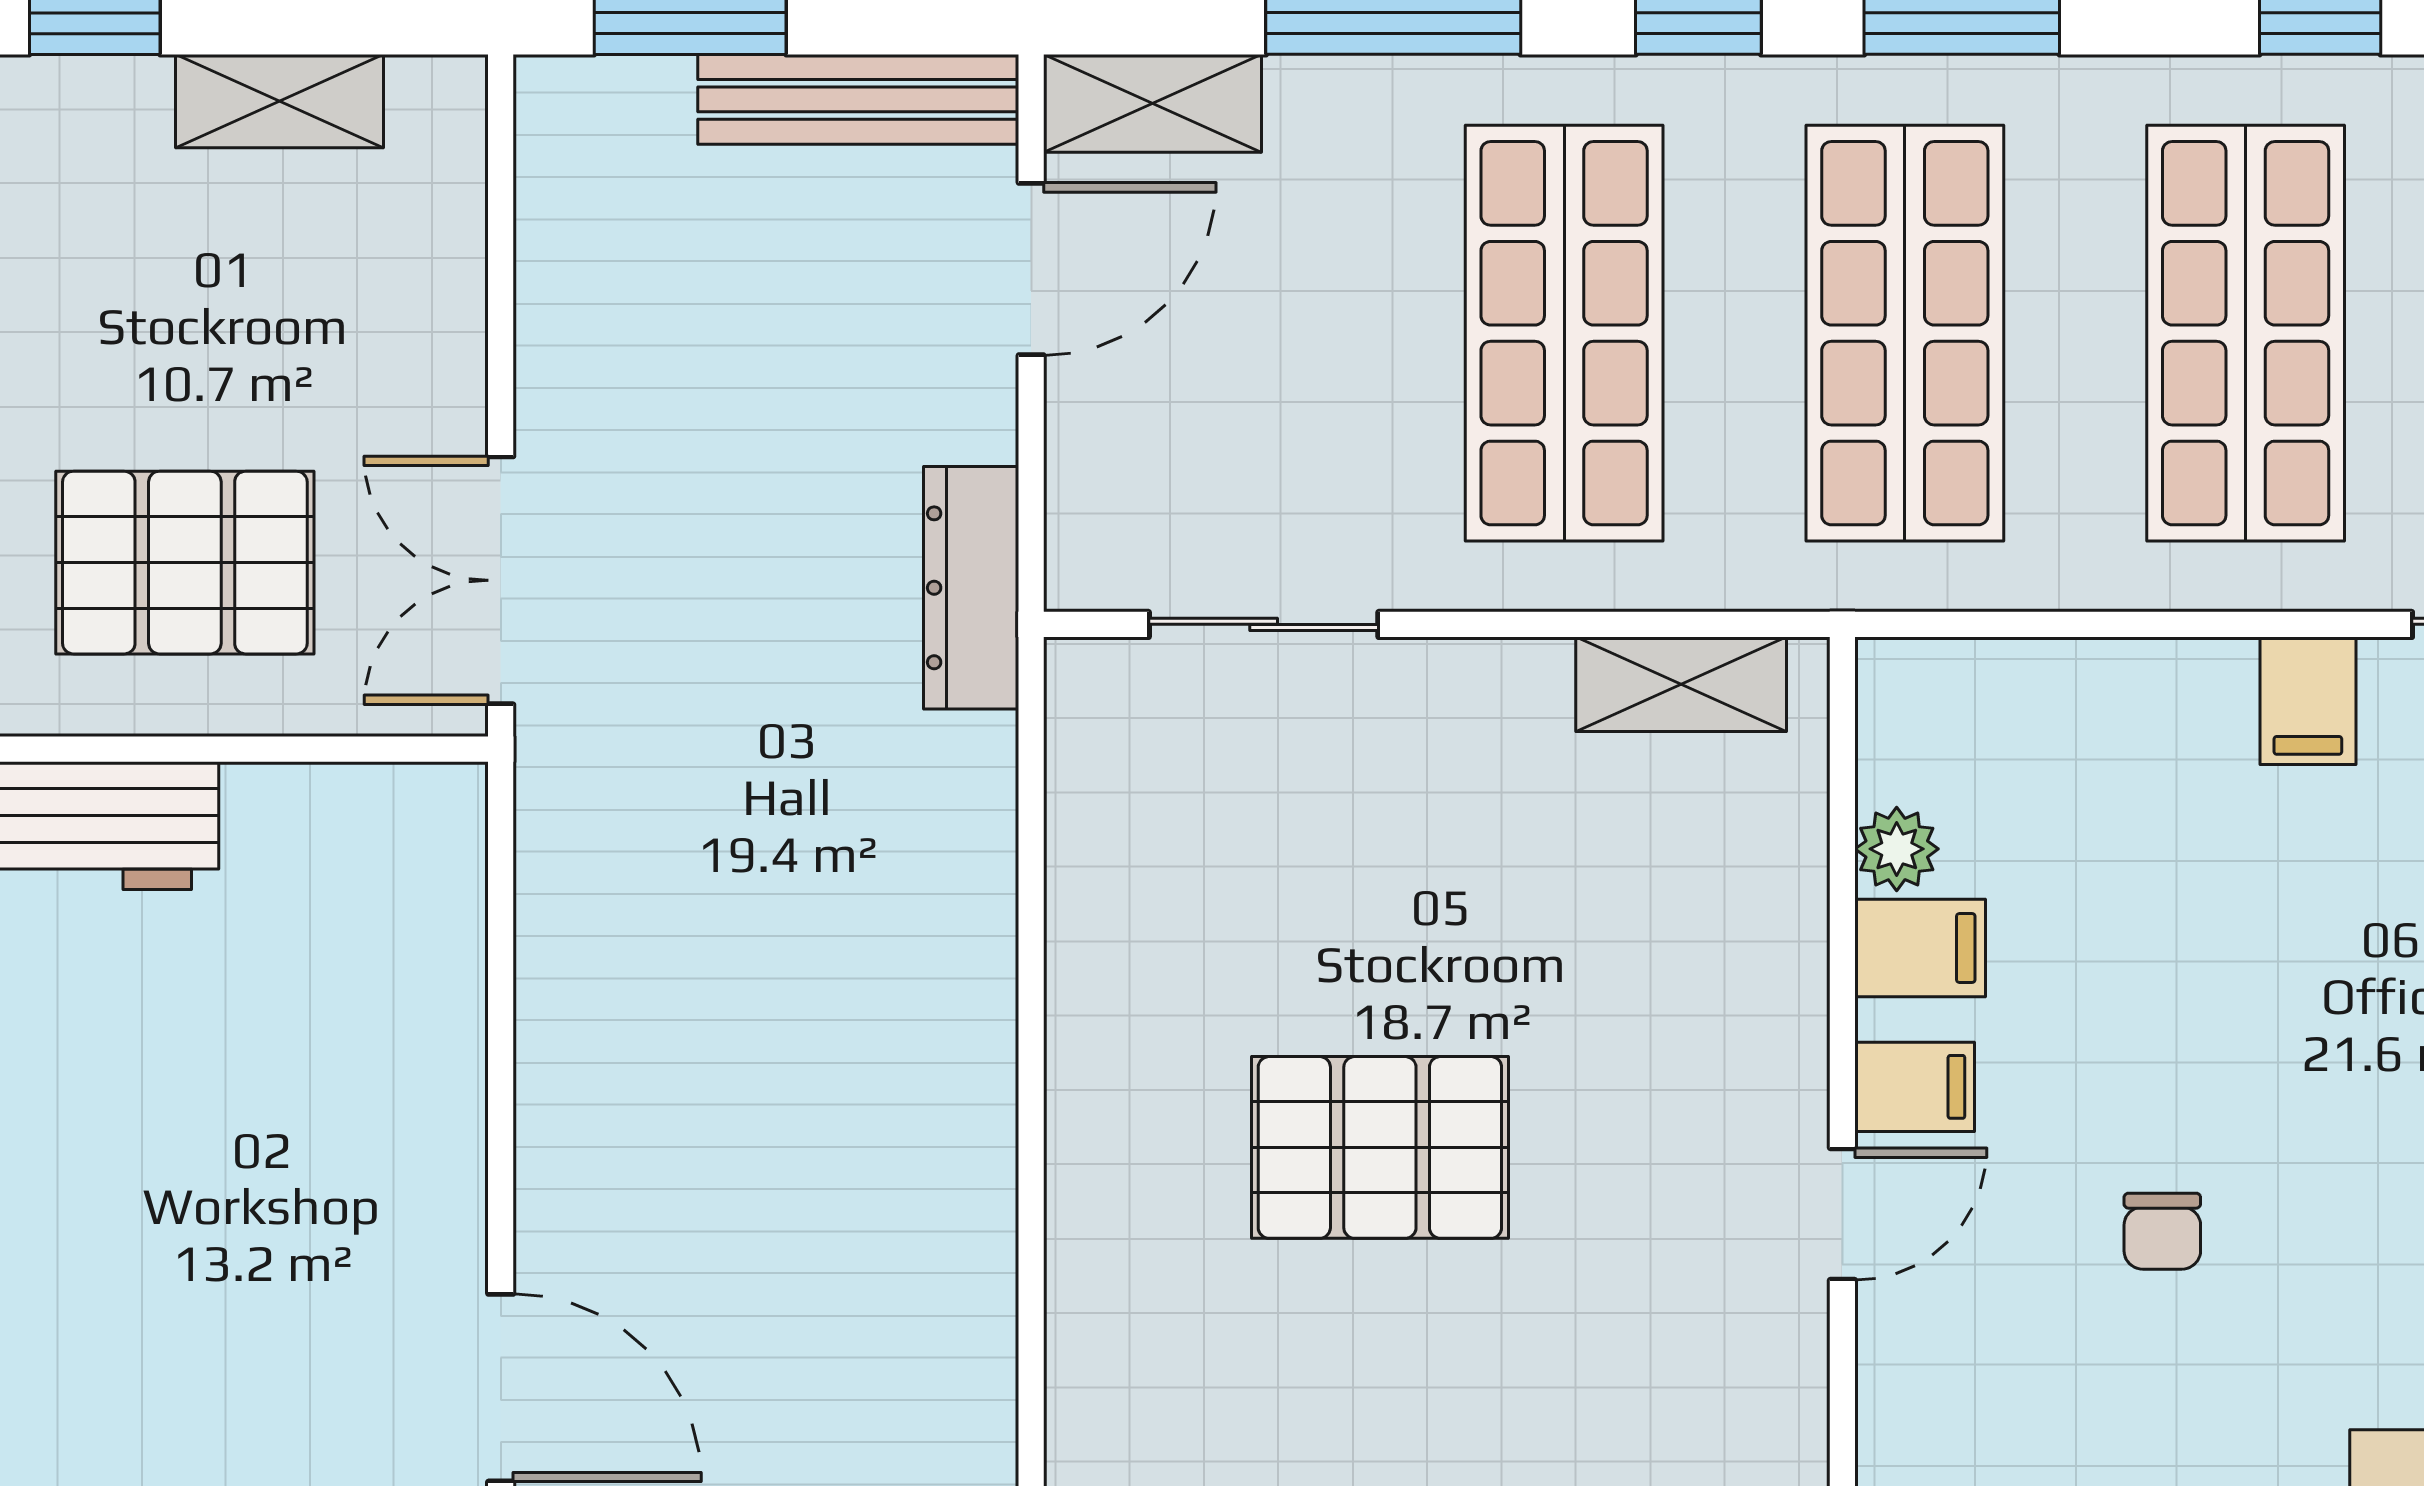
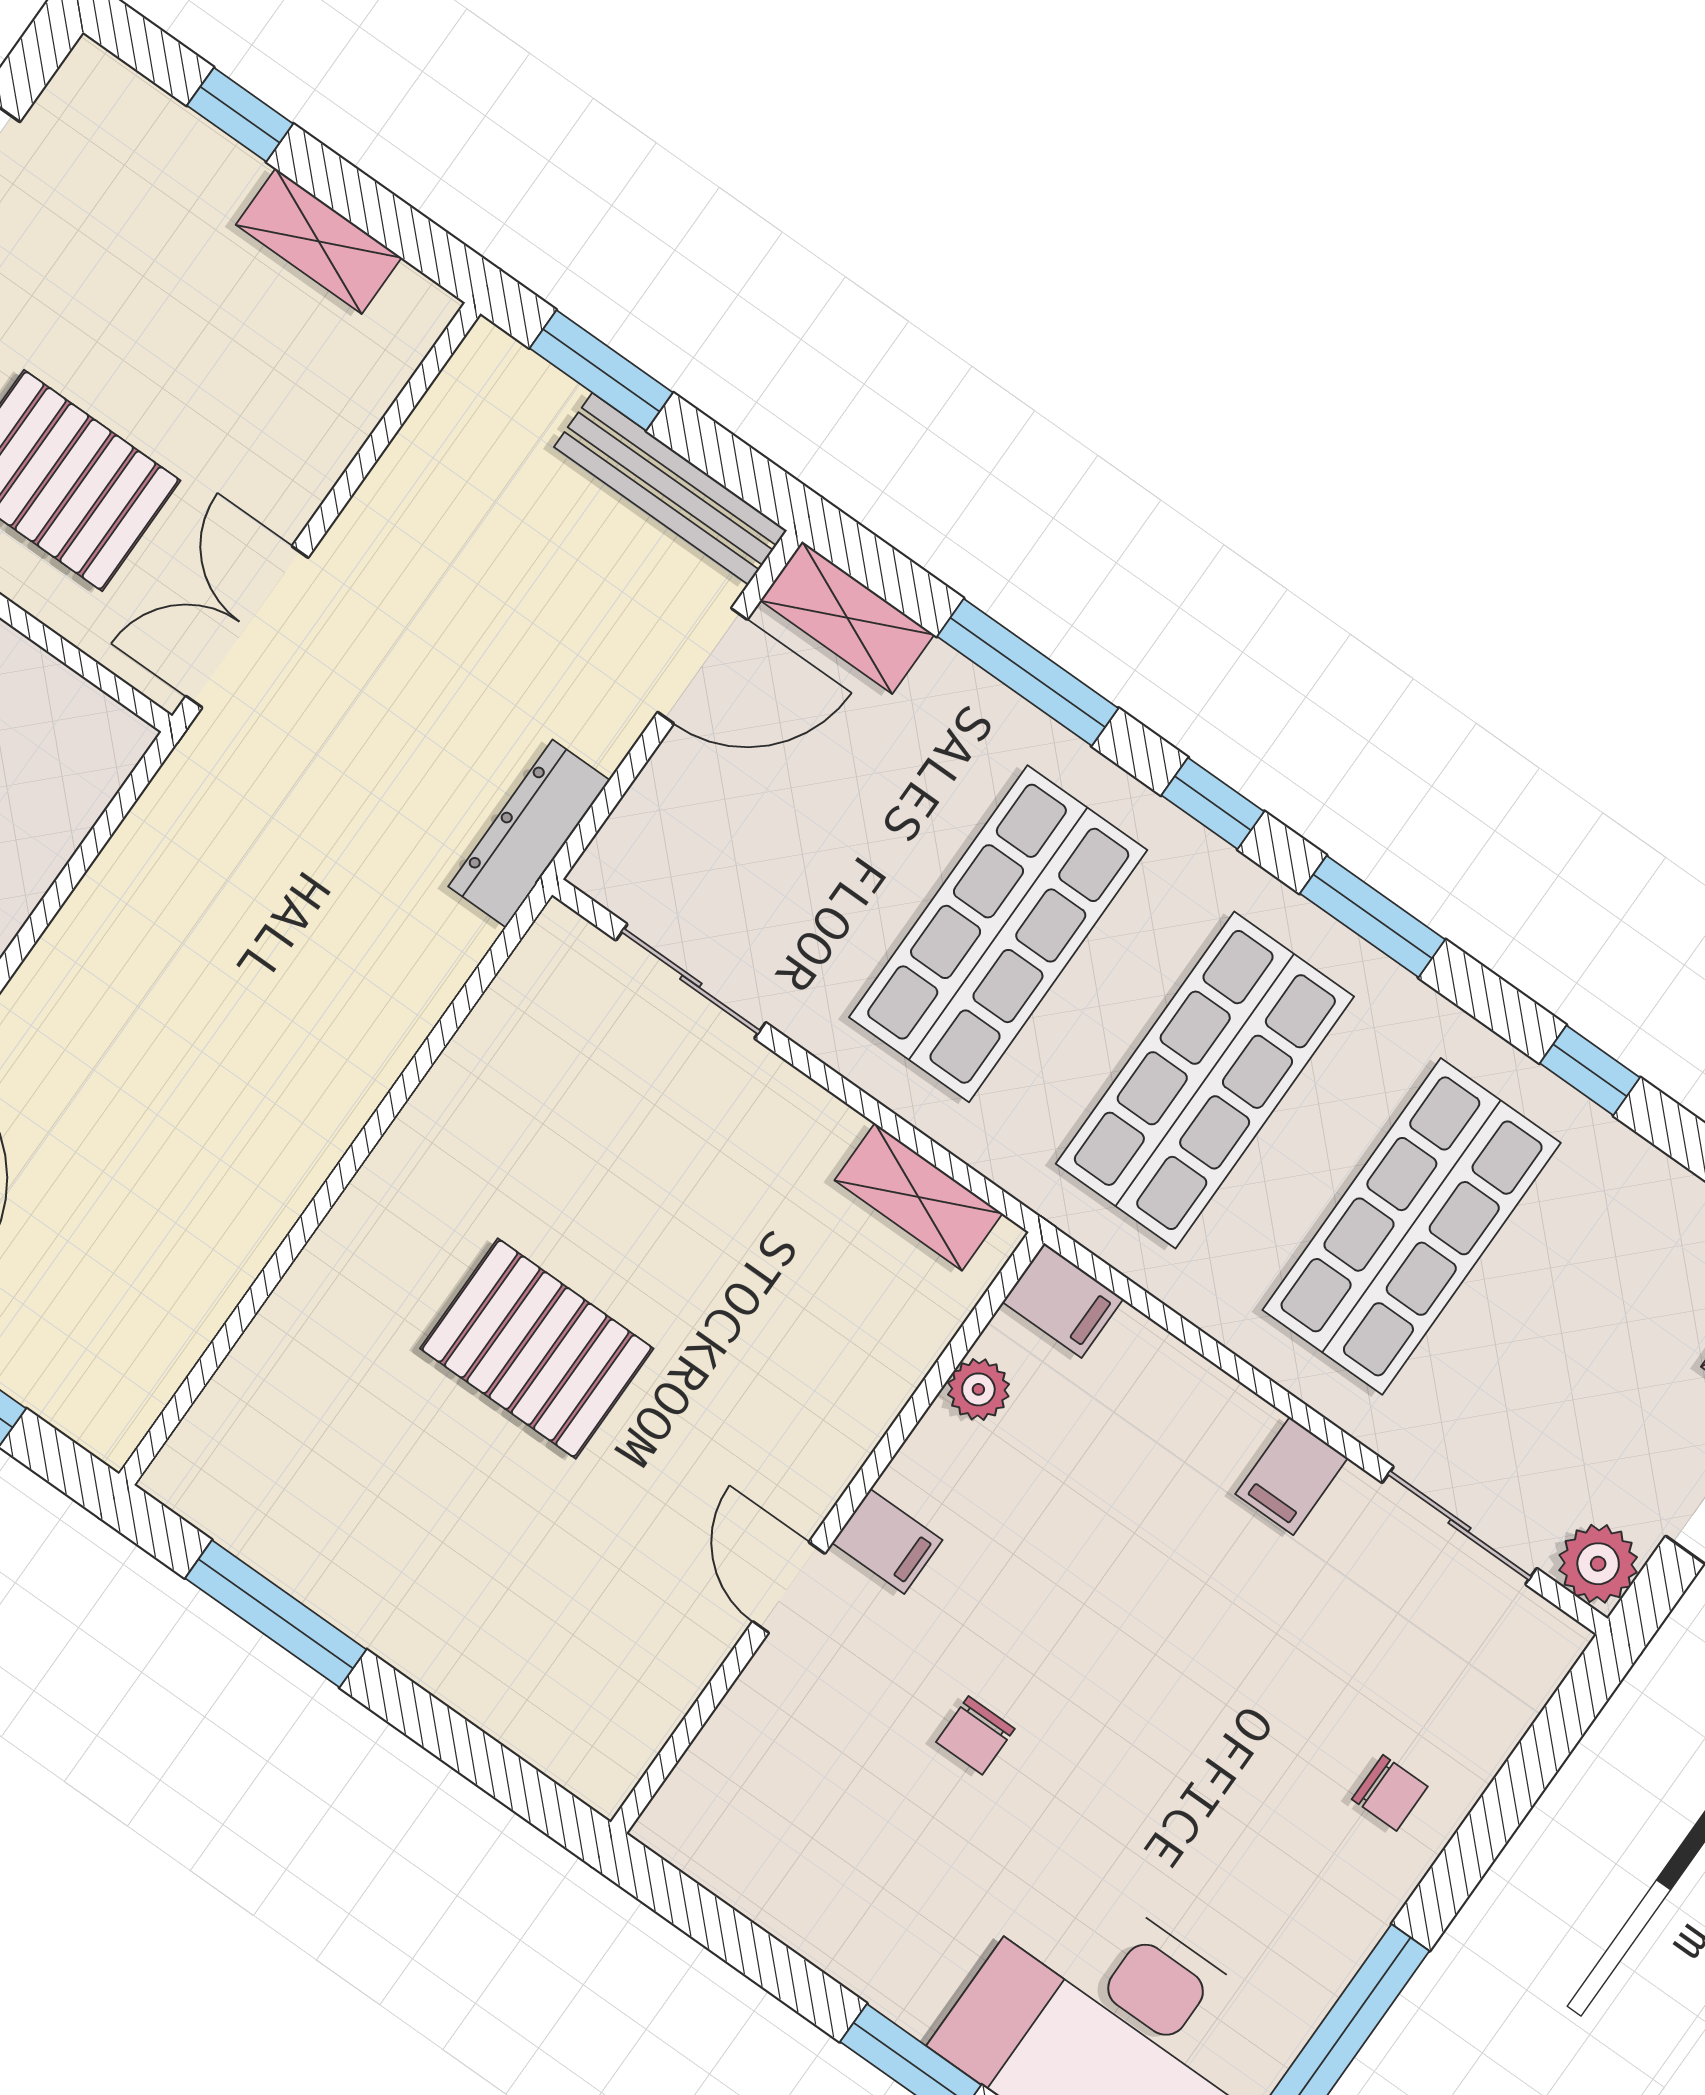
filing cabinet: (1920, 948) -> (1063, 1300), moved
door: (1842, 1214) -> (789, 1588), swing flipped

